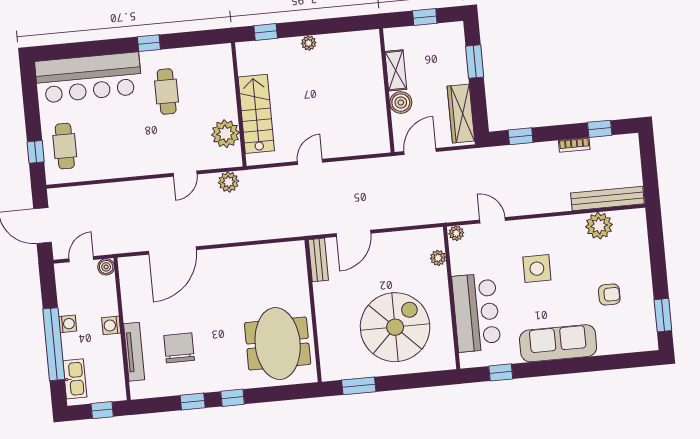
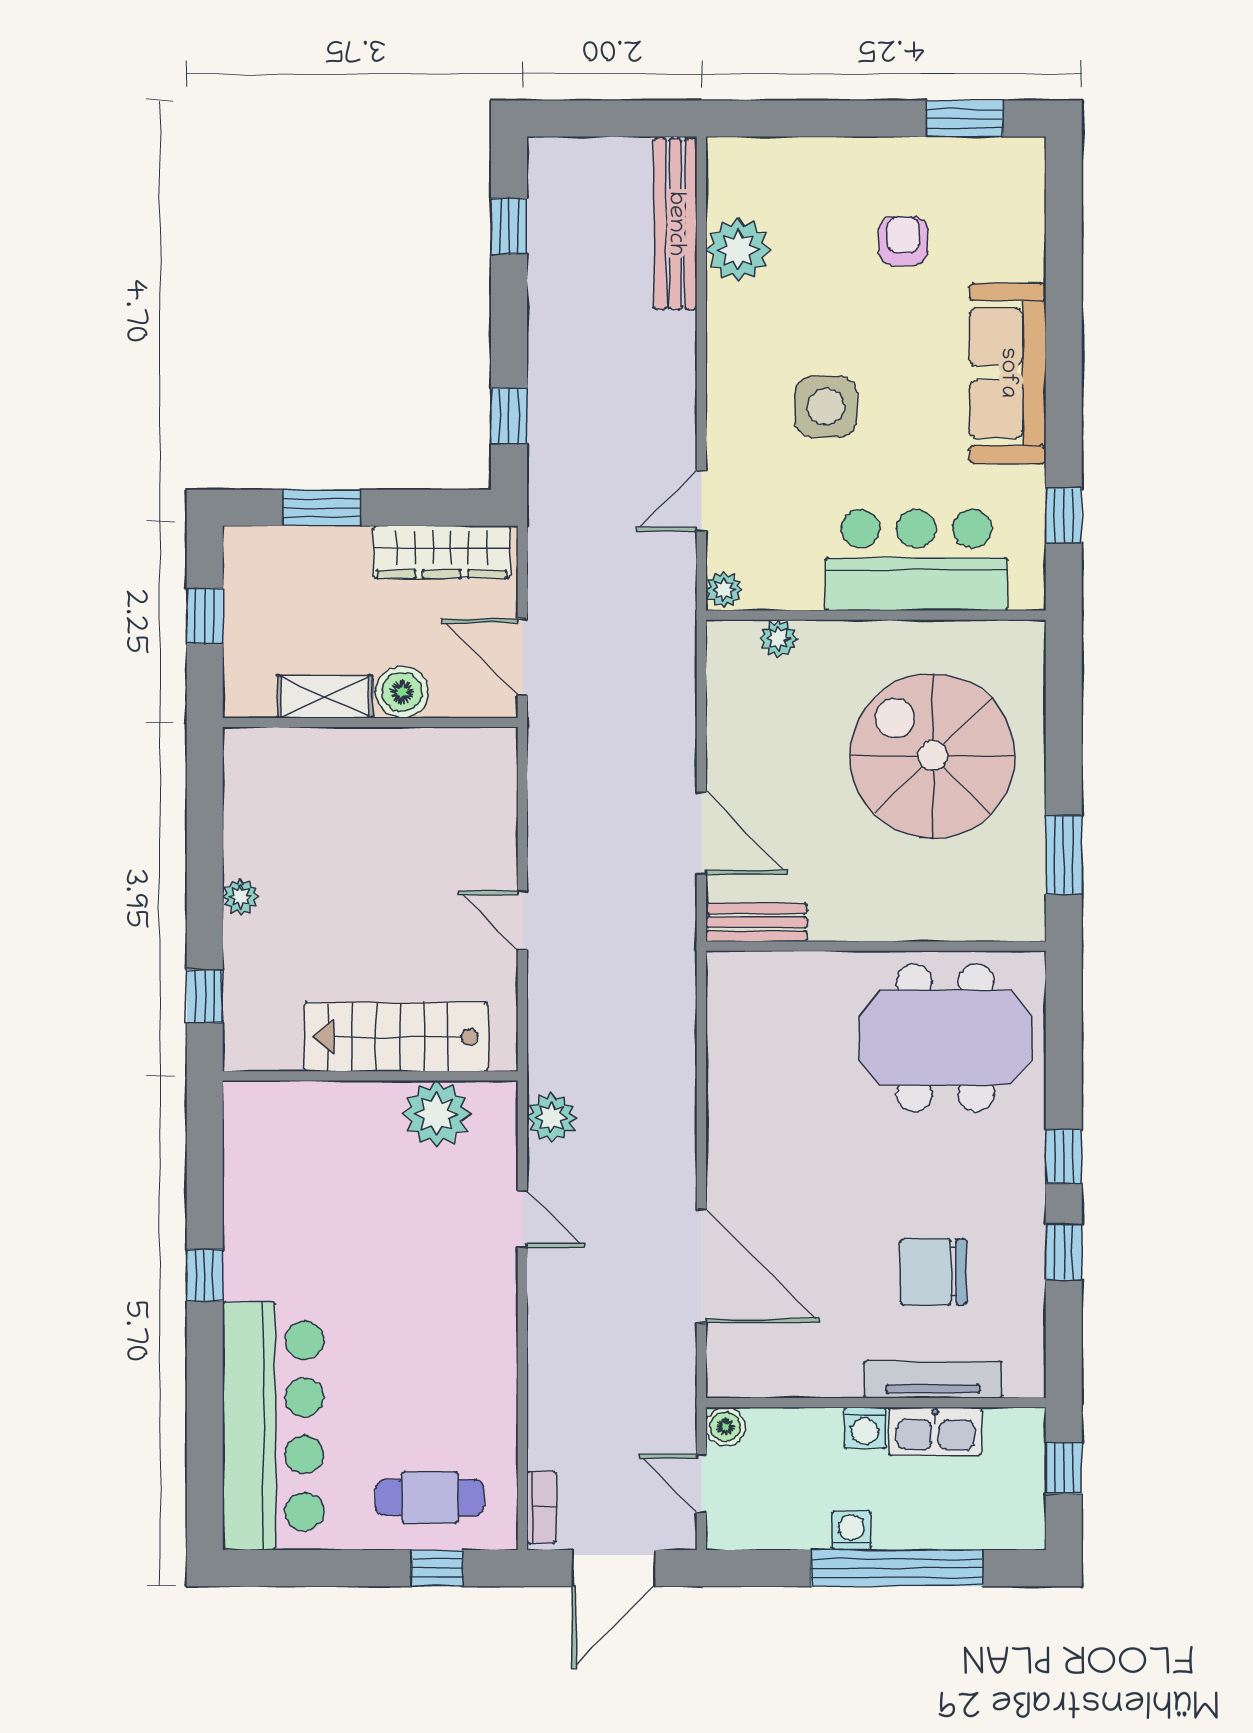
cafe table: (167, 92) -> (323, 1244), removed
bookcase: (574, 145) -> (541, 1508), moved
kitchen sink: (75, 379) -> (935, 1431), moved, turned 180

